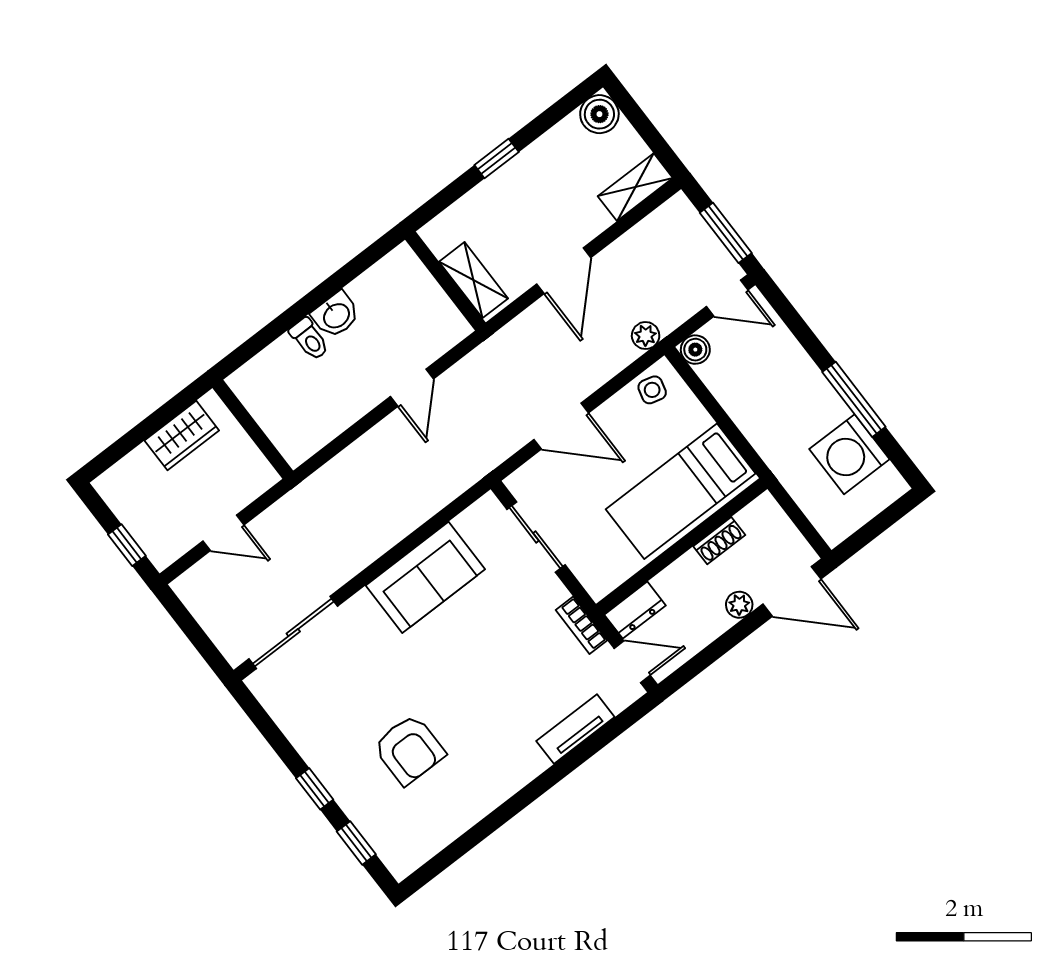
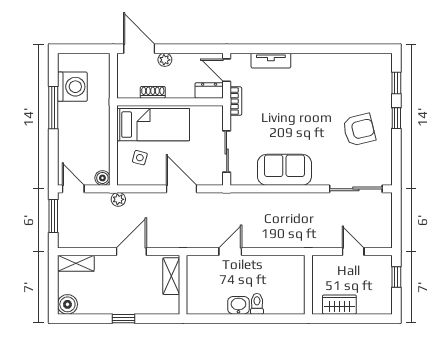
side table: (652, 390) -> (140, 158), moved
armchair: (409, 750) -> (359, 130), moved, turned 76

